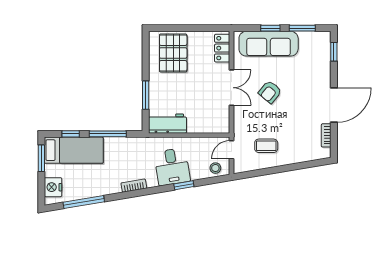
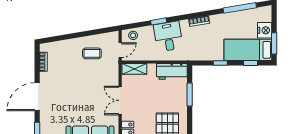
armchair: (270, 92) -> (89, 97), removed
door: (334, 105) -> (37, 97), moved
shelving: (214, 127) -> (134, 69), added
window: (108, 134) -> (220, 63), width x0.46
nightstand: (53, 187) -> (265, 30), moved

